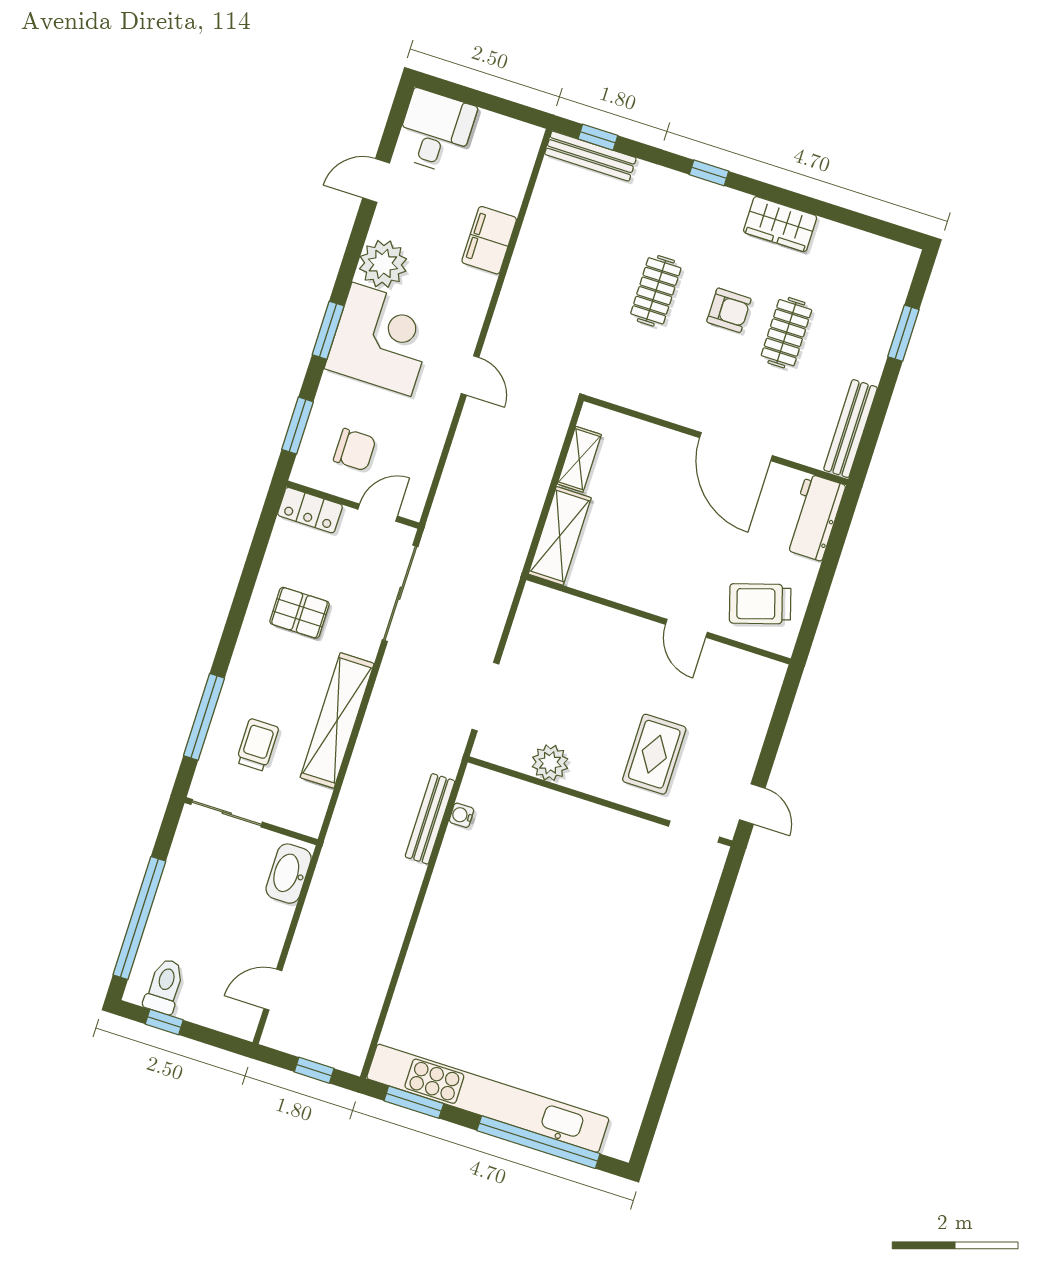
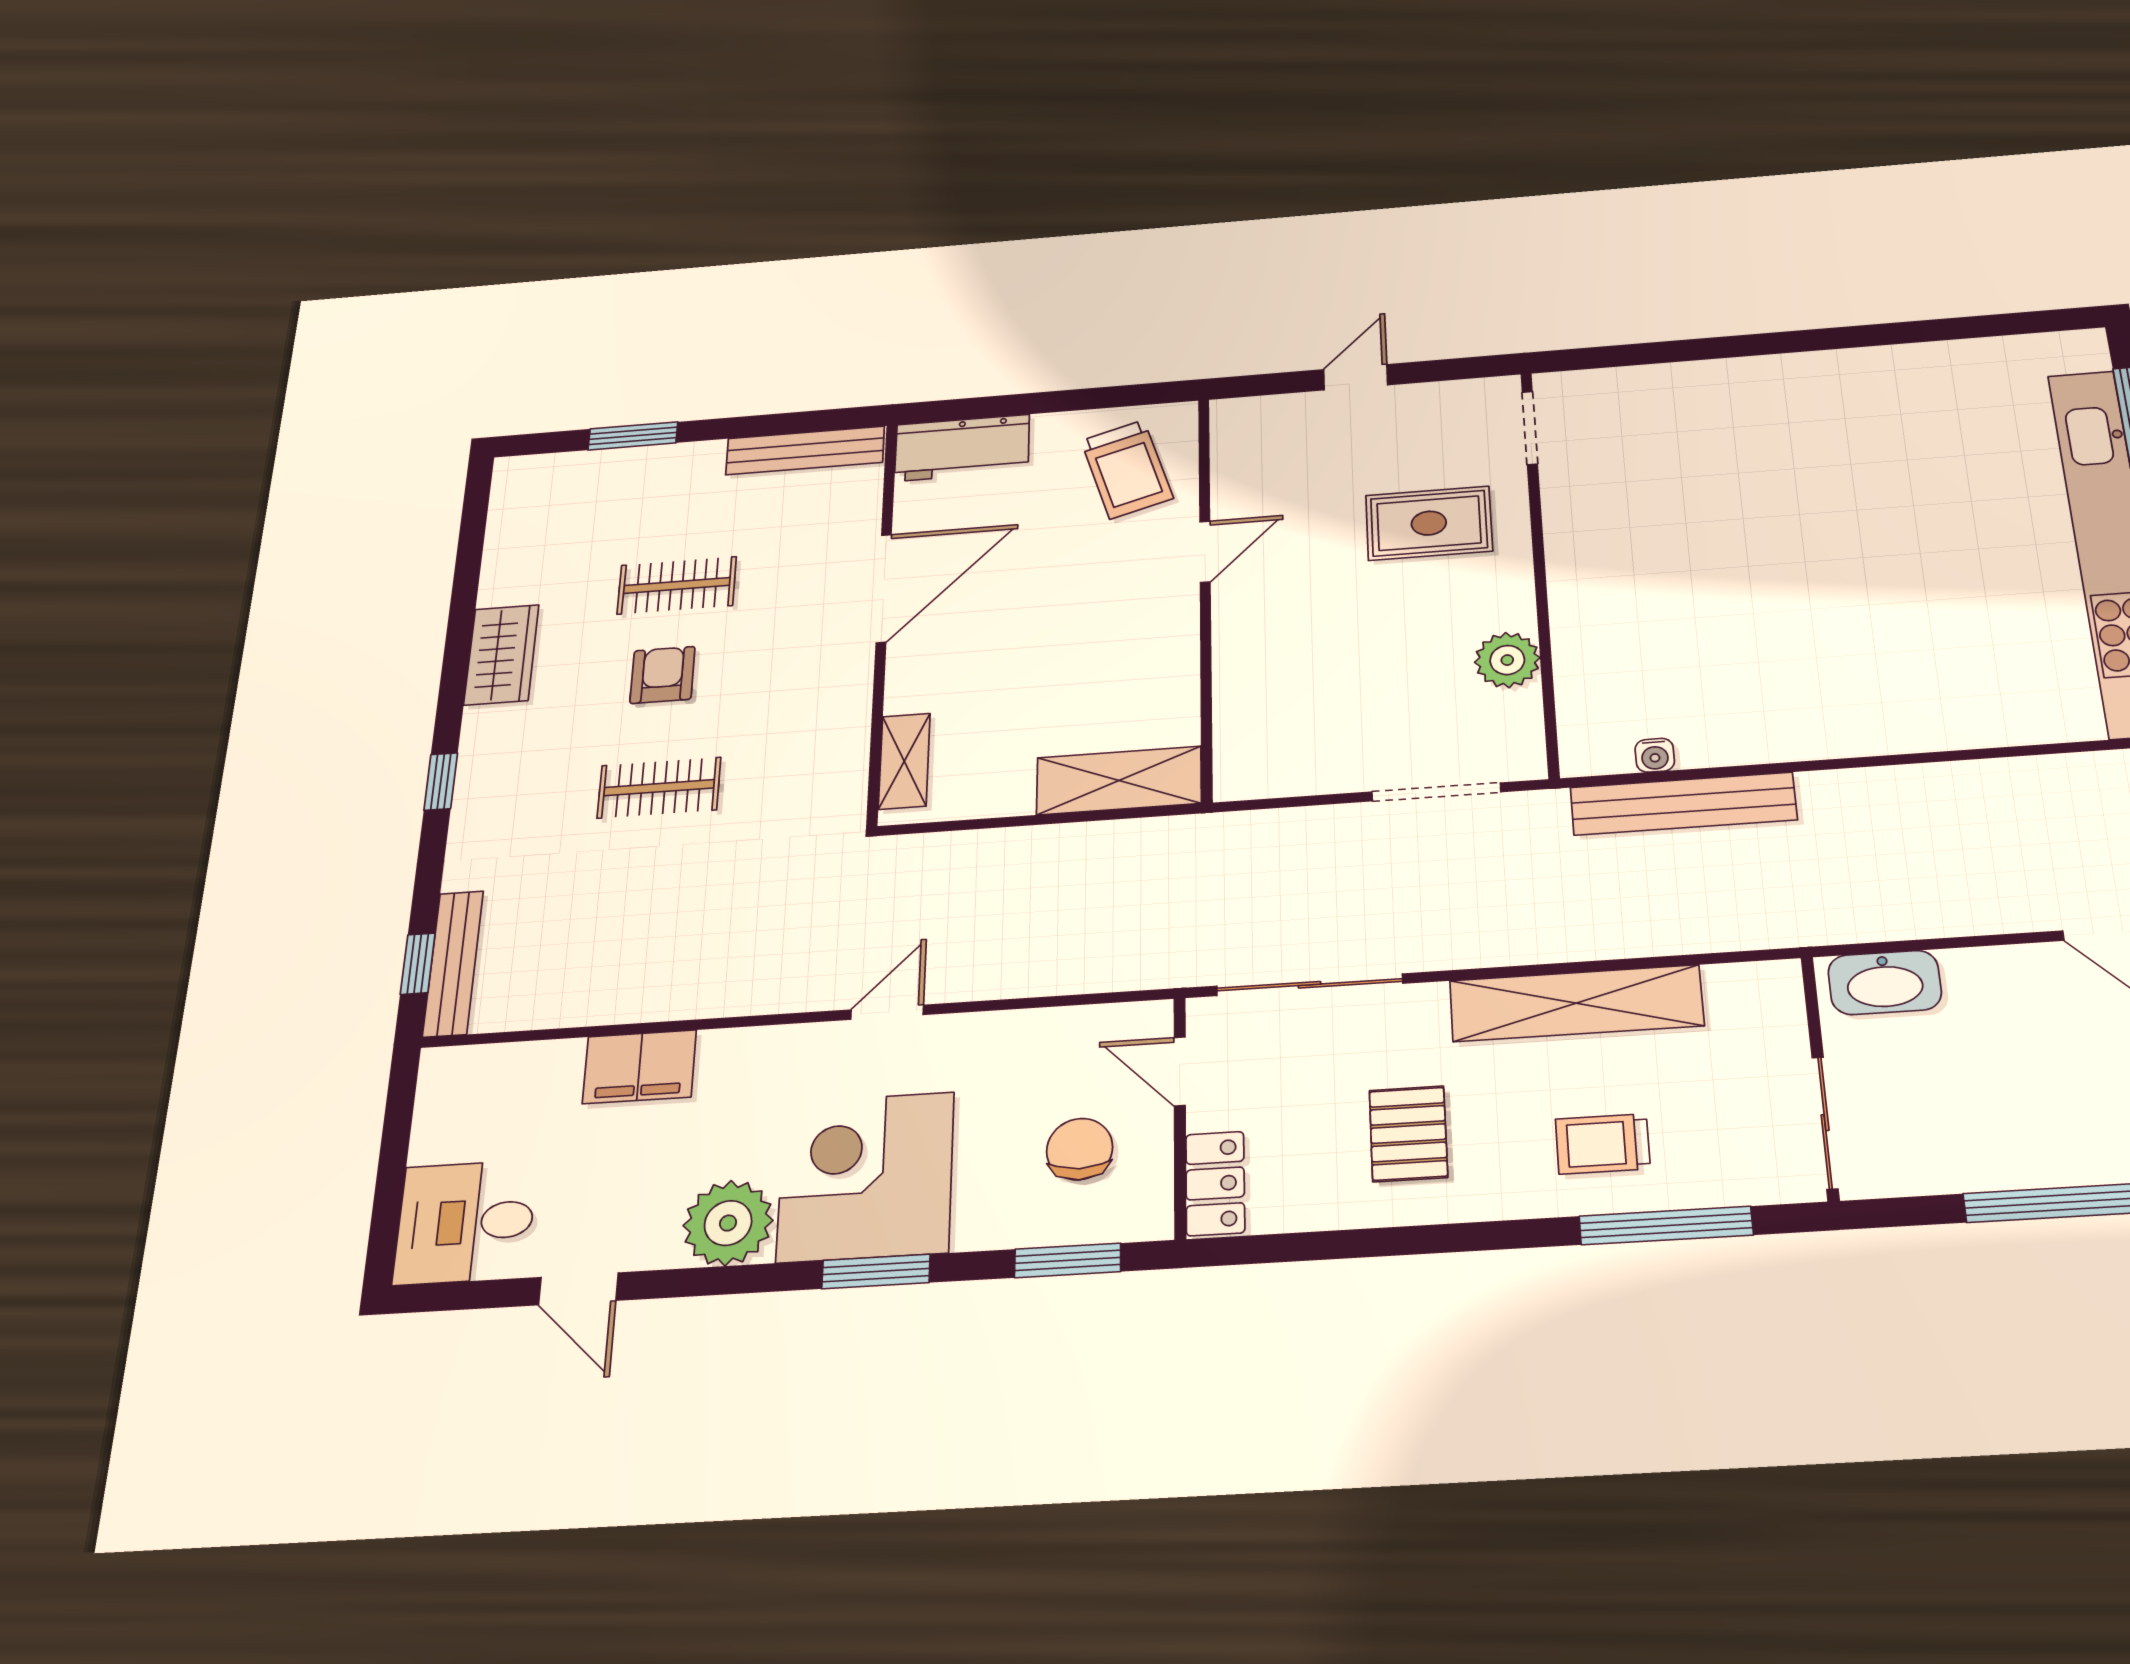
shelving: (579, 459) -> (904, 761), moved, turned 90
trolley: (257, 745) -> (1603, 1144), moved
door: (752, 804) -> (1356, 377), moved
bench: (430, 819) -> (1683, 804), width x1.37, depth x1.21

